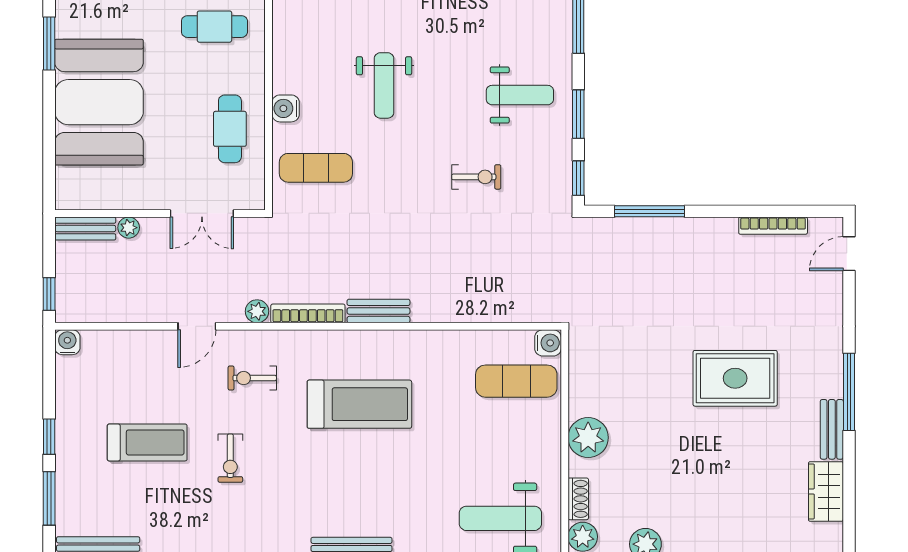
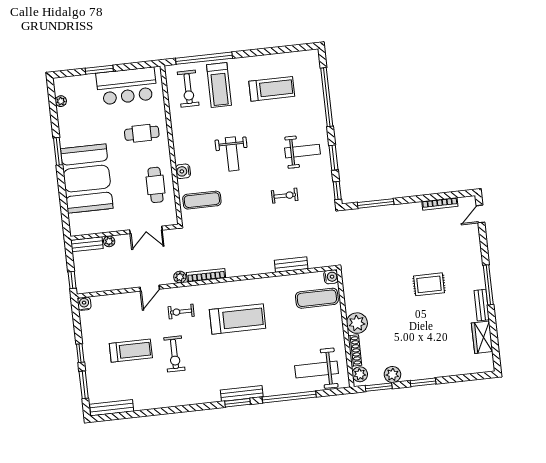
bench: (378, 311) -> (291, 265), moved
rug: (735, 378) -> (429, 284), width x0.73, depth x0.70
exercise bike: (230, 458) -> (174, 354), width x1.38, depth x1.39
shoe rack: (578, 499) -> (355, 351), width x1.43

